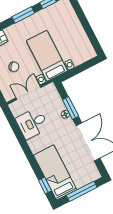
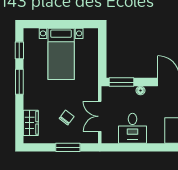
bed with nightstands: (47, 56) -> (61, 54), moved, turned -90
window: (71, 108) -> (121, 82), moved

